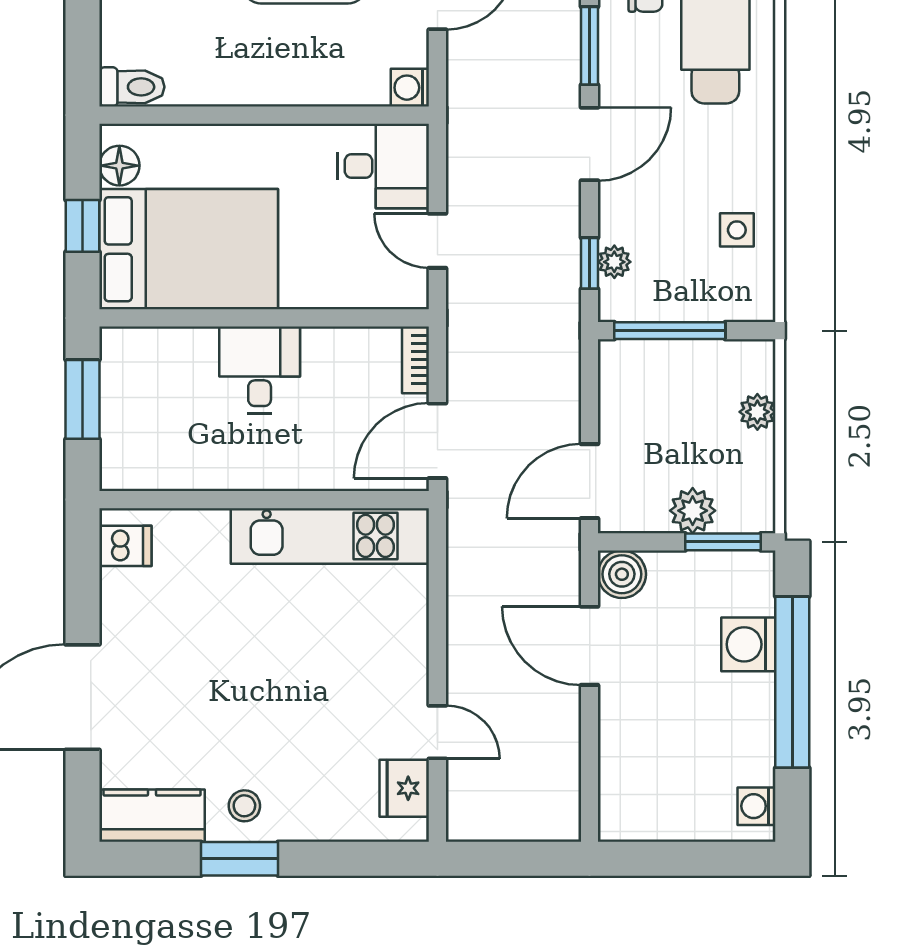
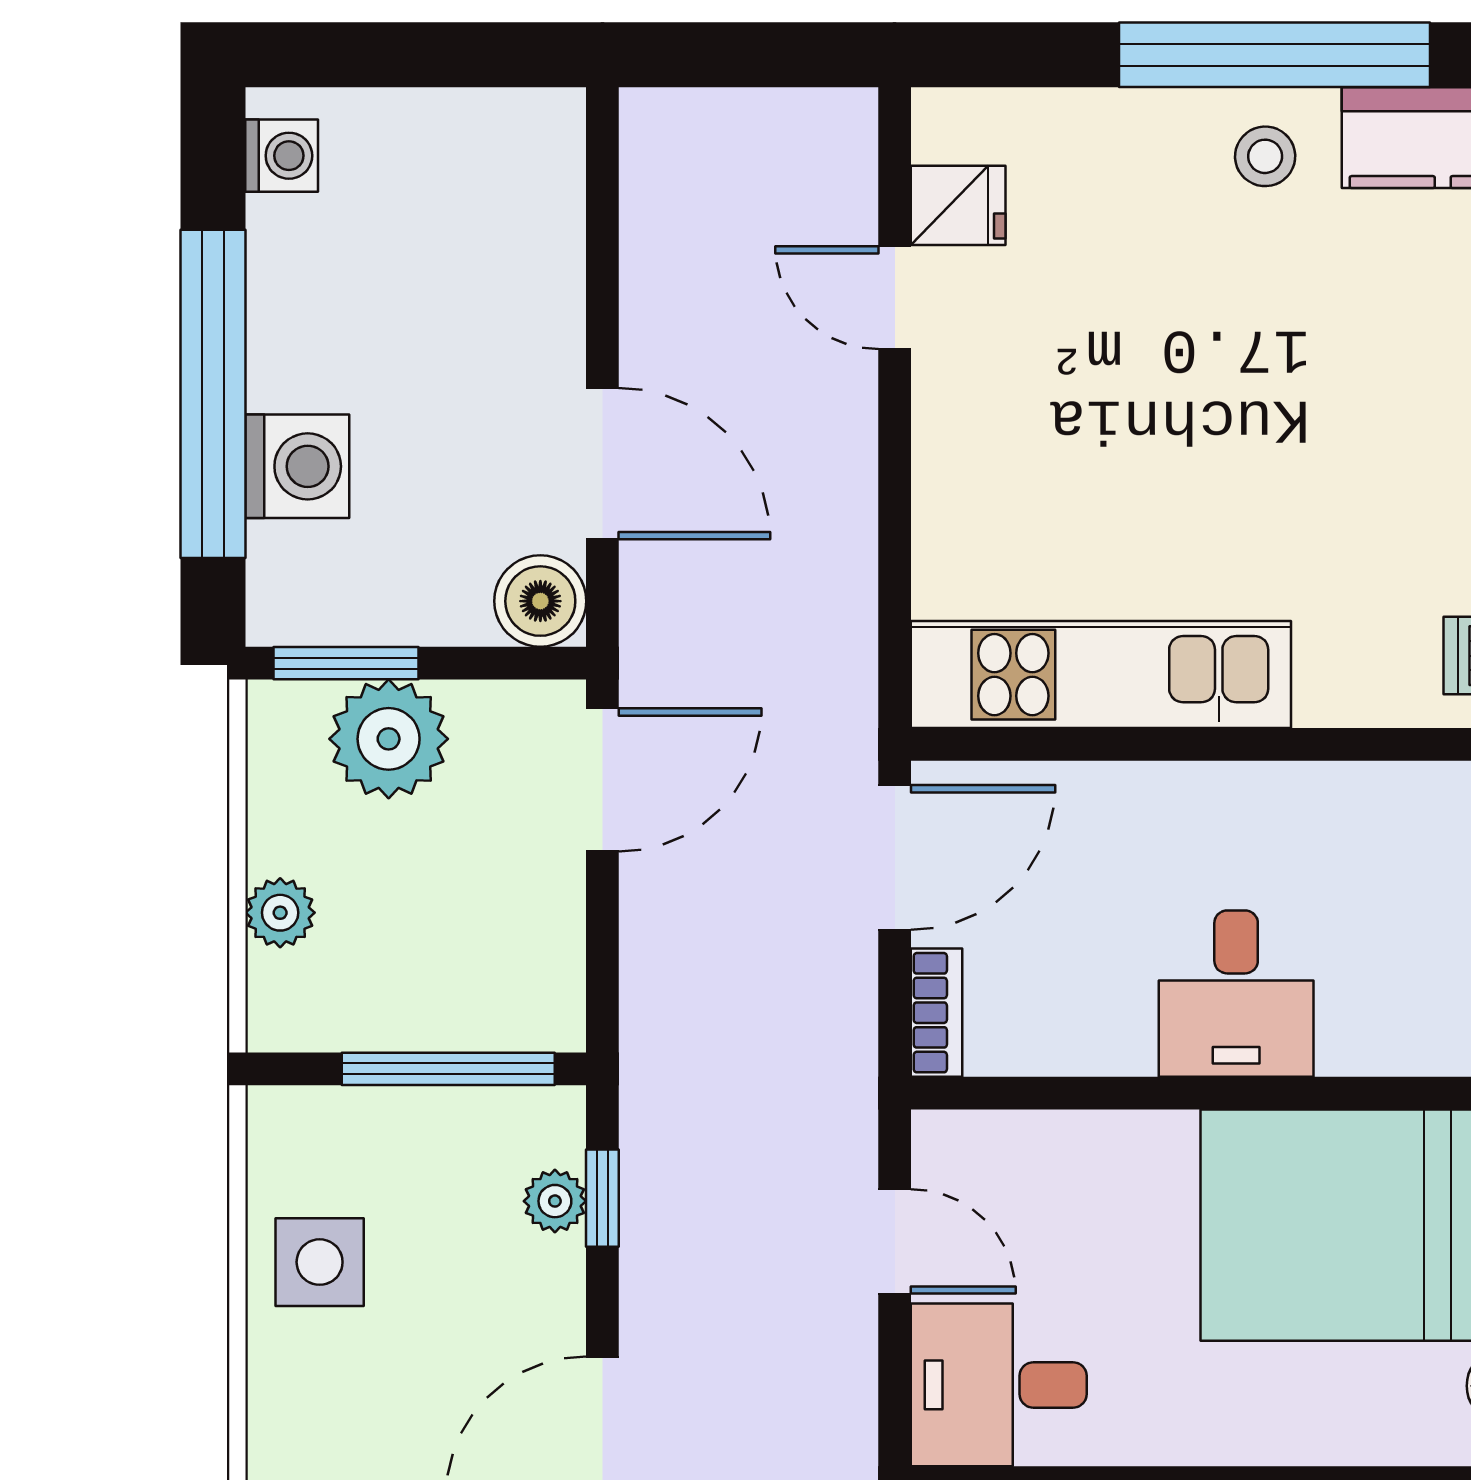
side table: (737, 230) -> (320, 1262), width x1.37, depth x1.37
plant: (693, 511) -> (389, 739), width x1.36, depth x1.36
fridge: (404, 788) -> (958, 205), width x0.72
window: (240, 859) -> (1275, 55), width x2.11

